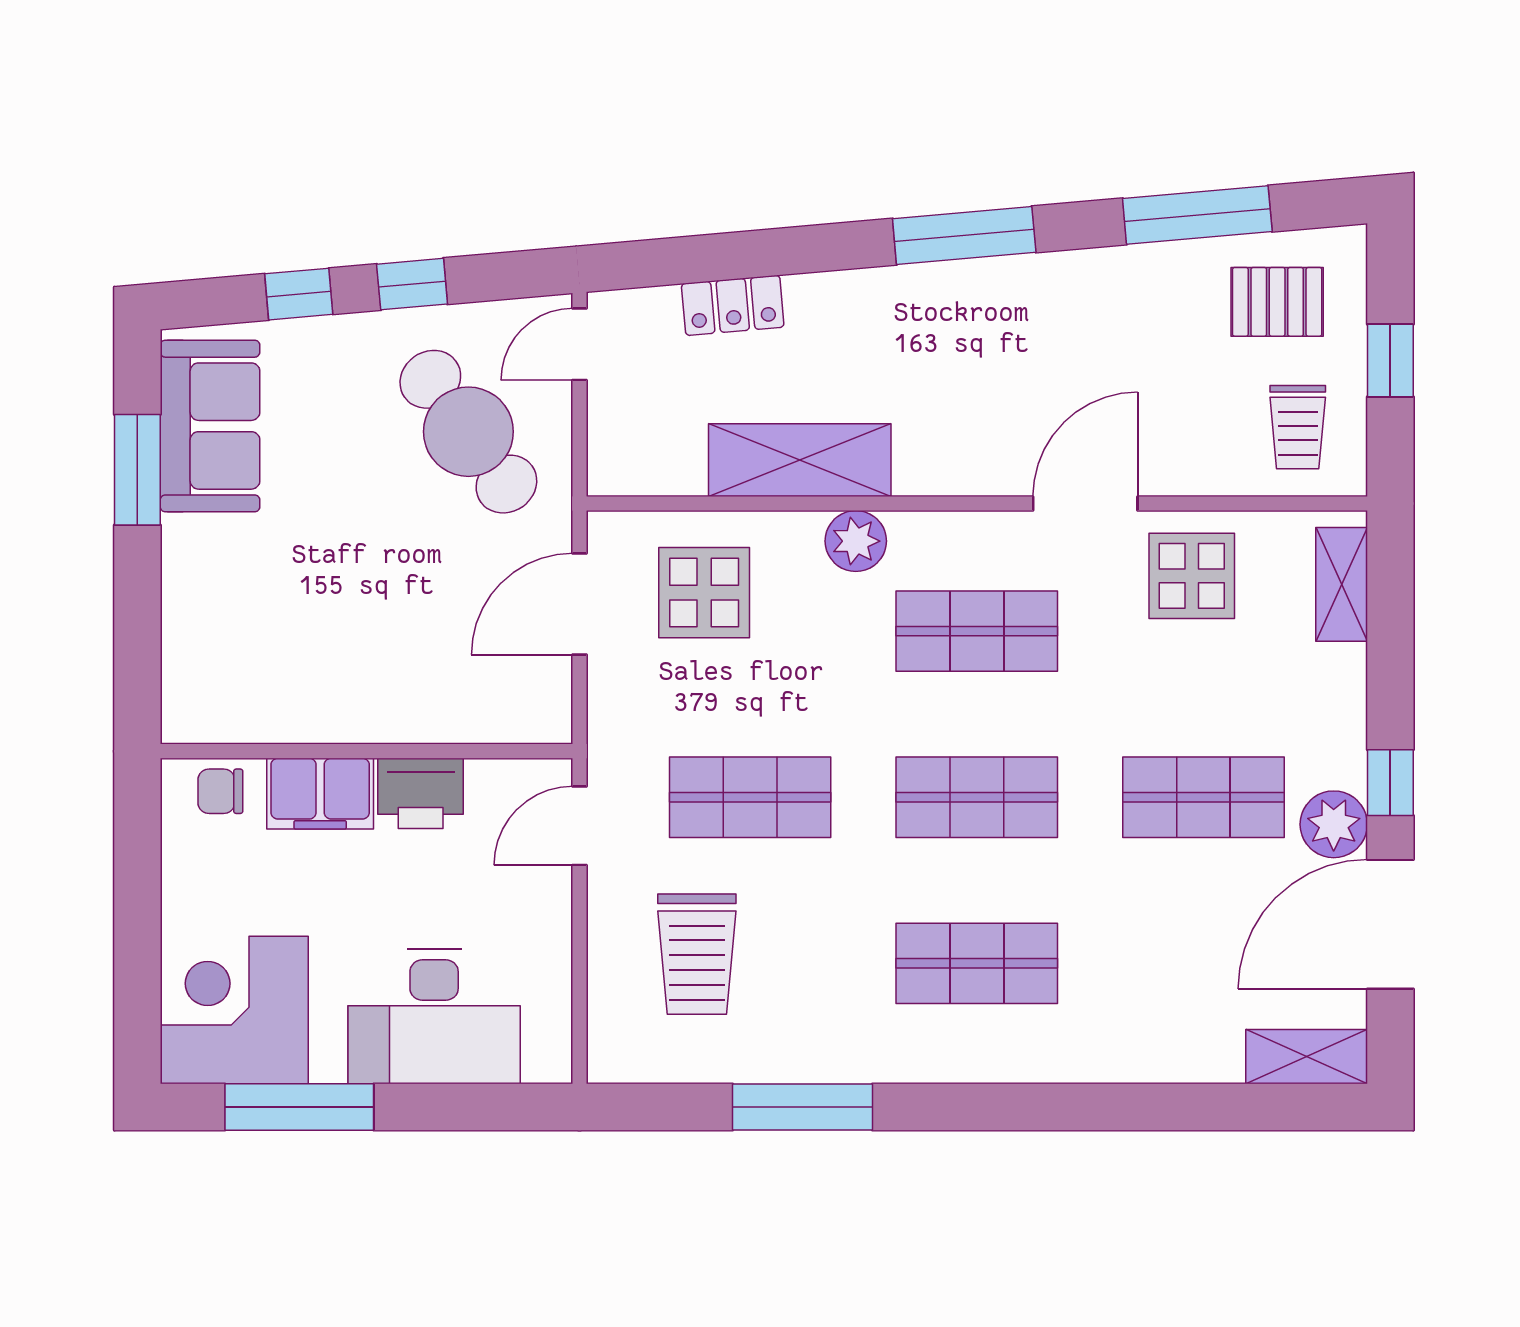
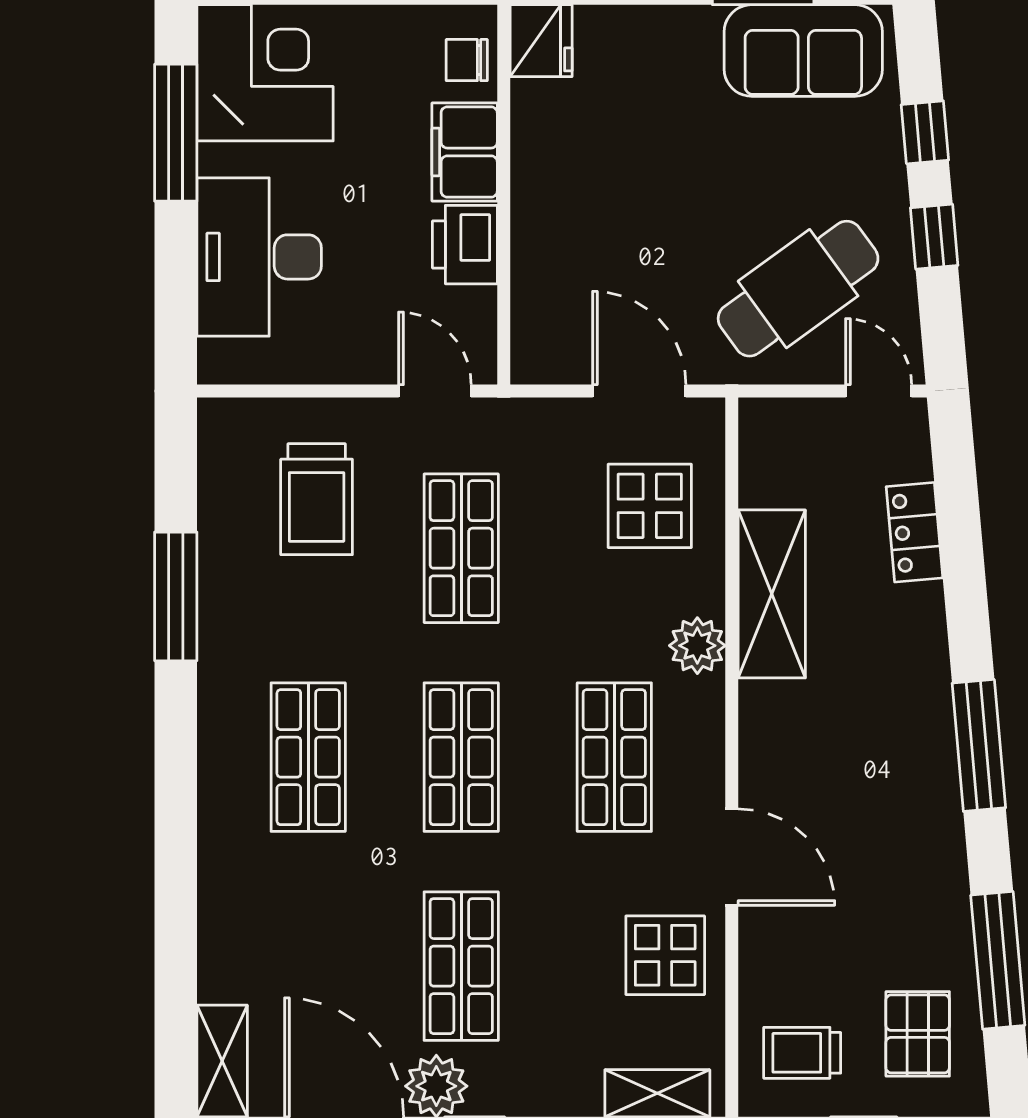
fridge: (199, 711) -> (541, 41), added
chair: (220, 791) -> (467, 60), turned -90
trolley: (697, 954) -> (317, 499), turned -90

